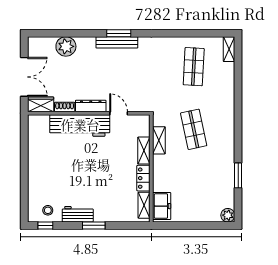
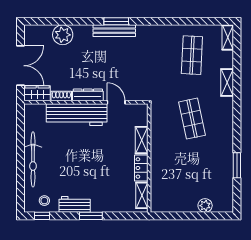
shelving: (159, 140) -> (227, 83), moved
bicycle: (37, 170) -> (33, 159), added
freezer: (162, 206) -> (160, 196), removed
plant: (228, 215) -> (205, 206), moved

